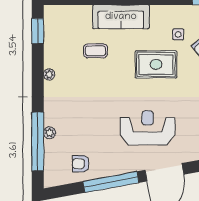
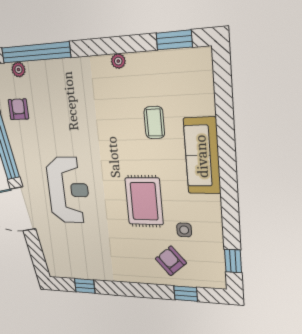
plant: (49, 133) -> (18, 70), moved

